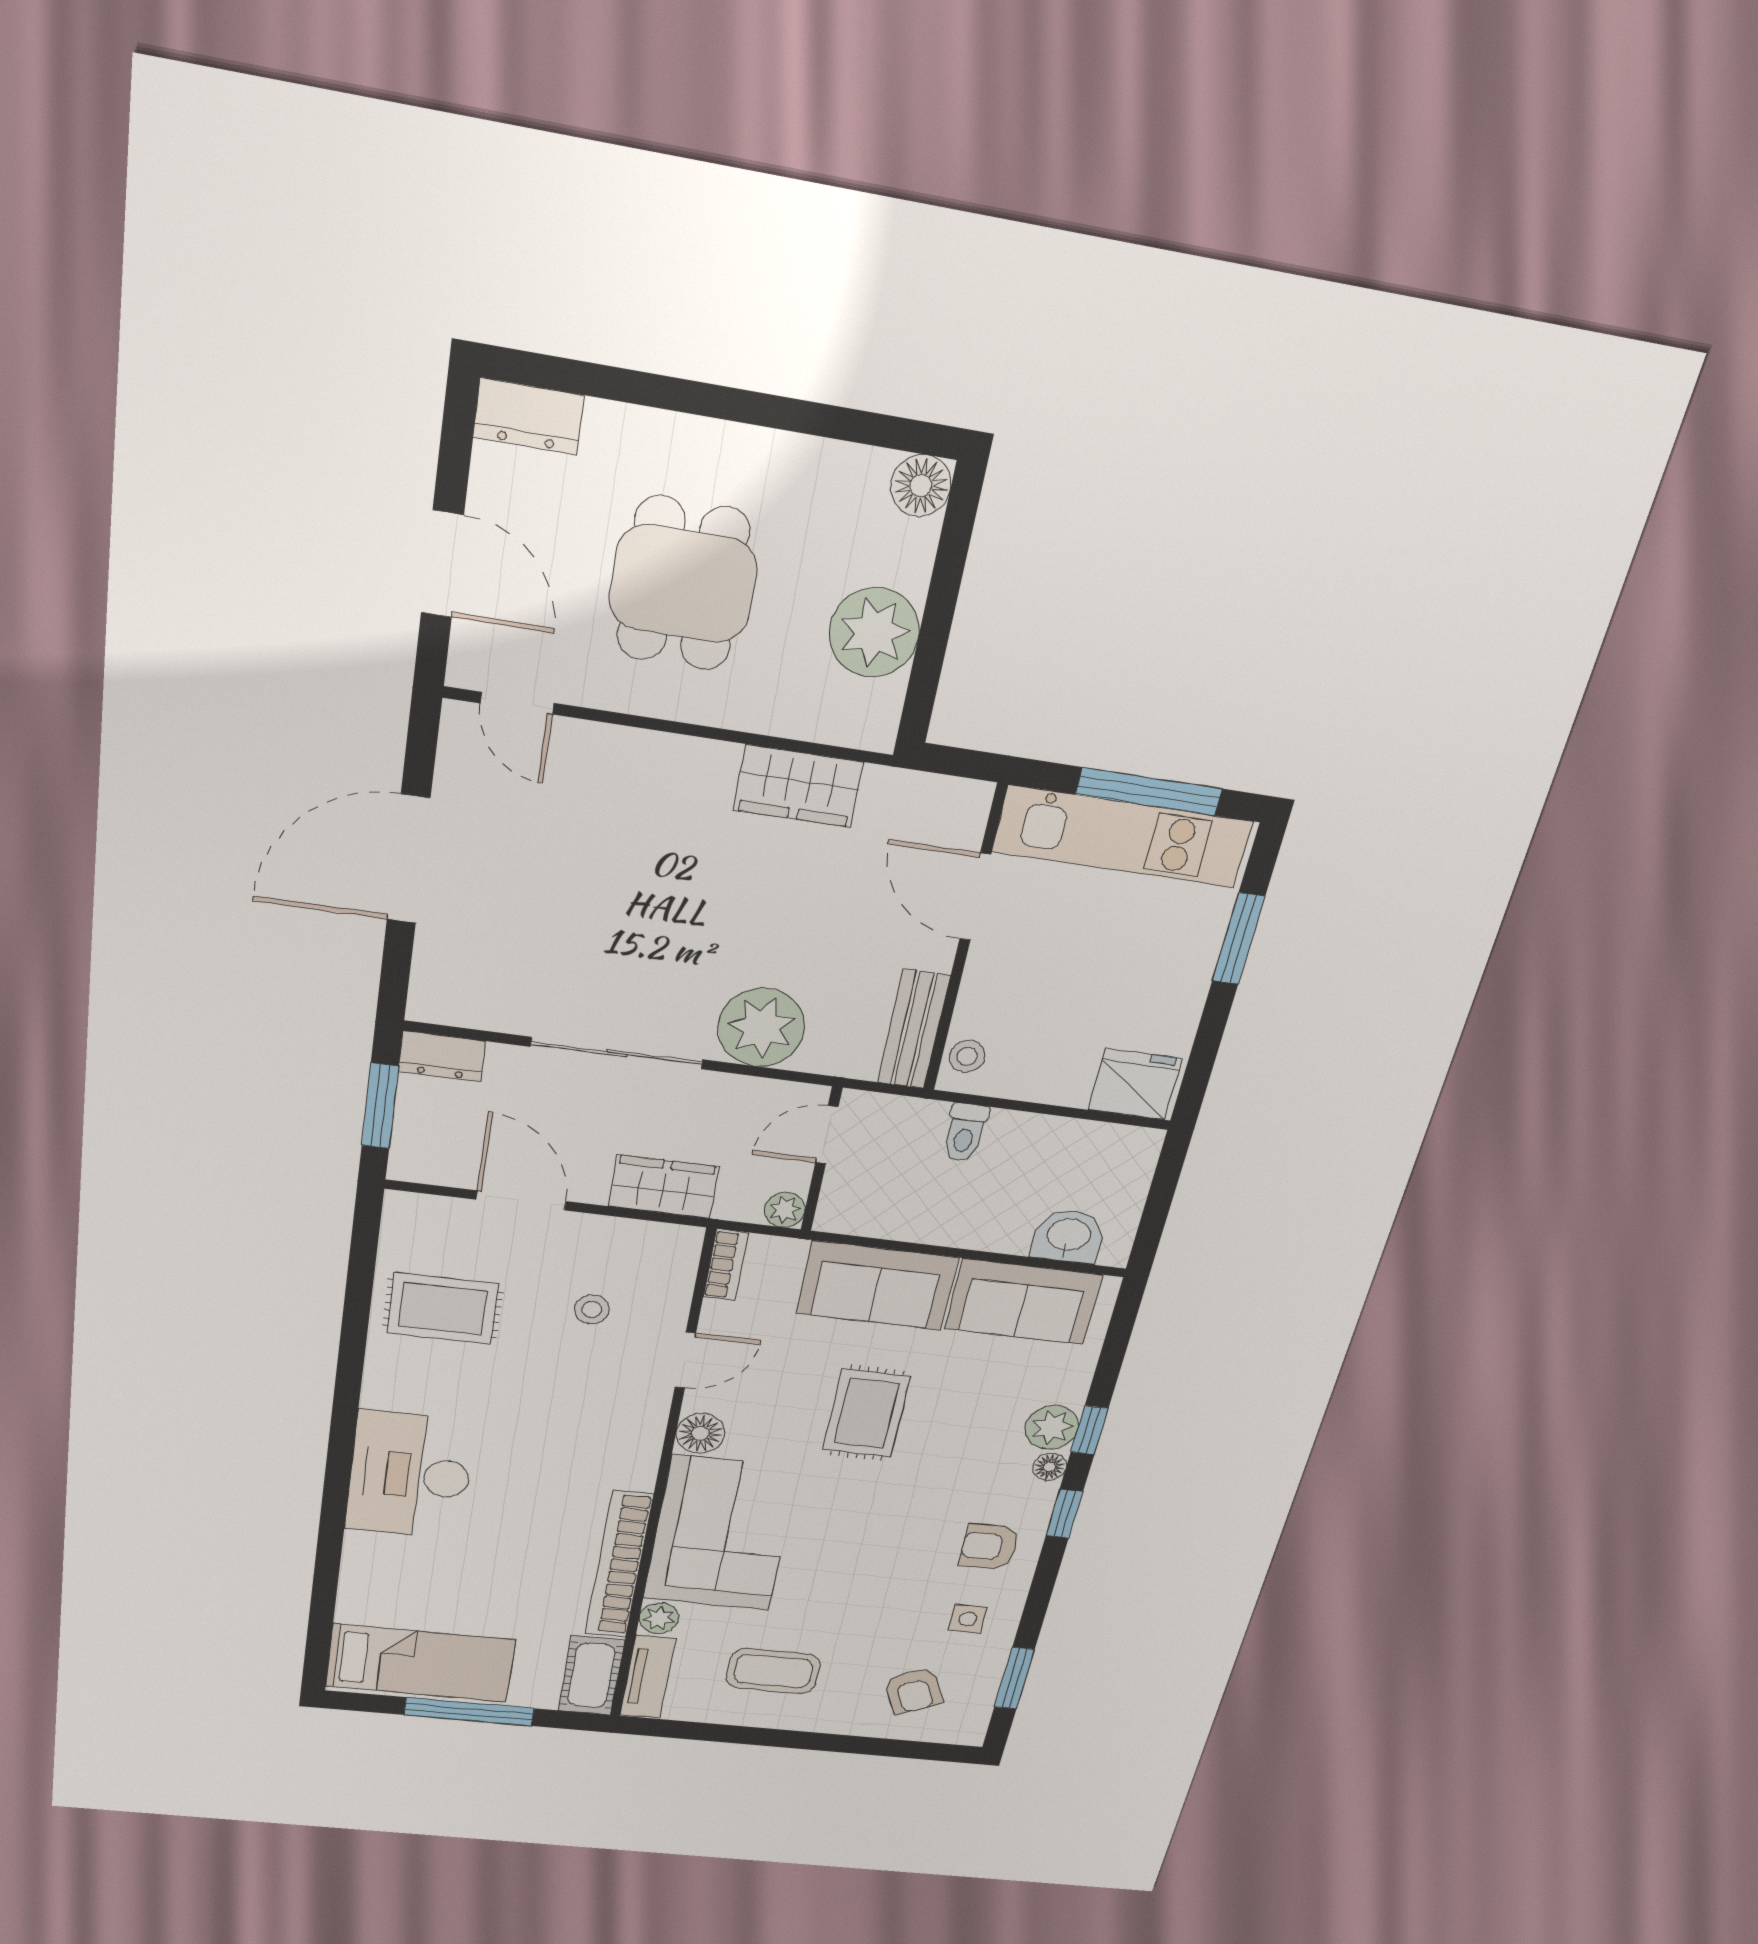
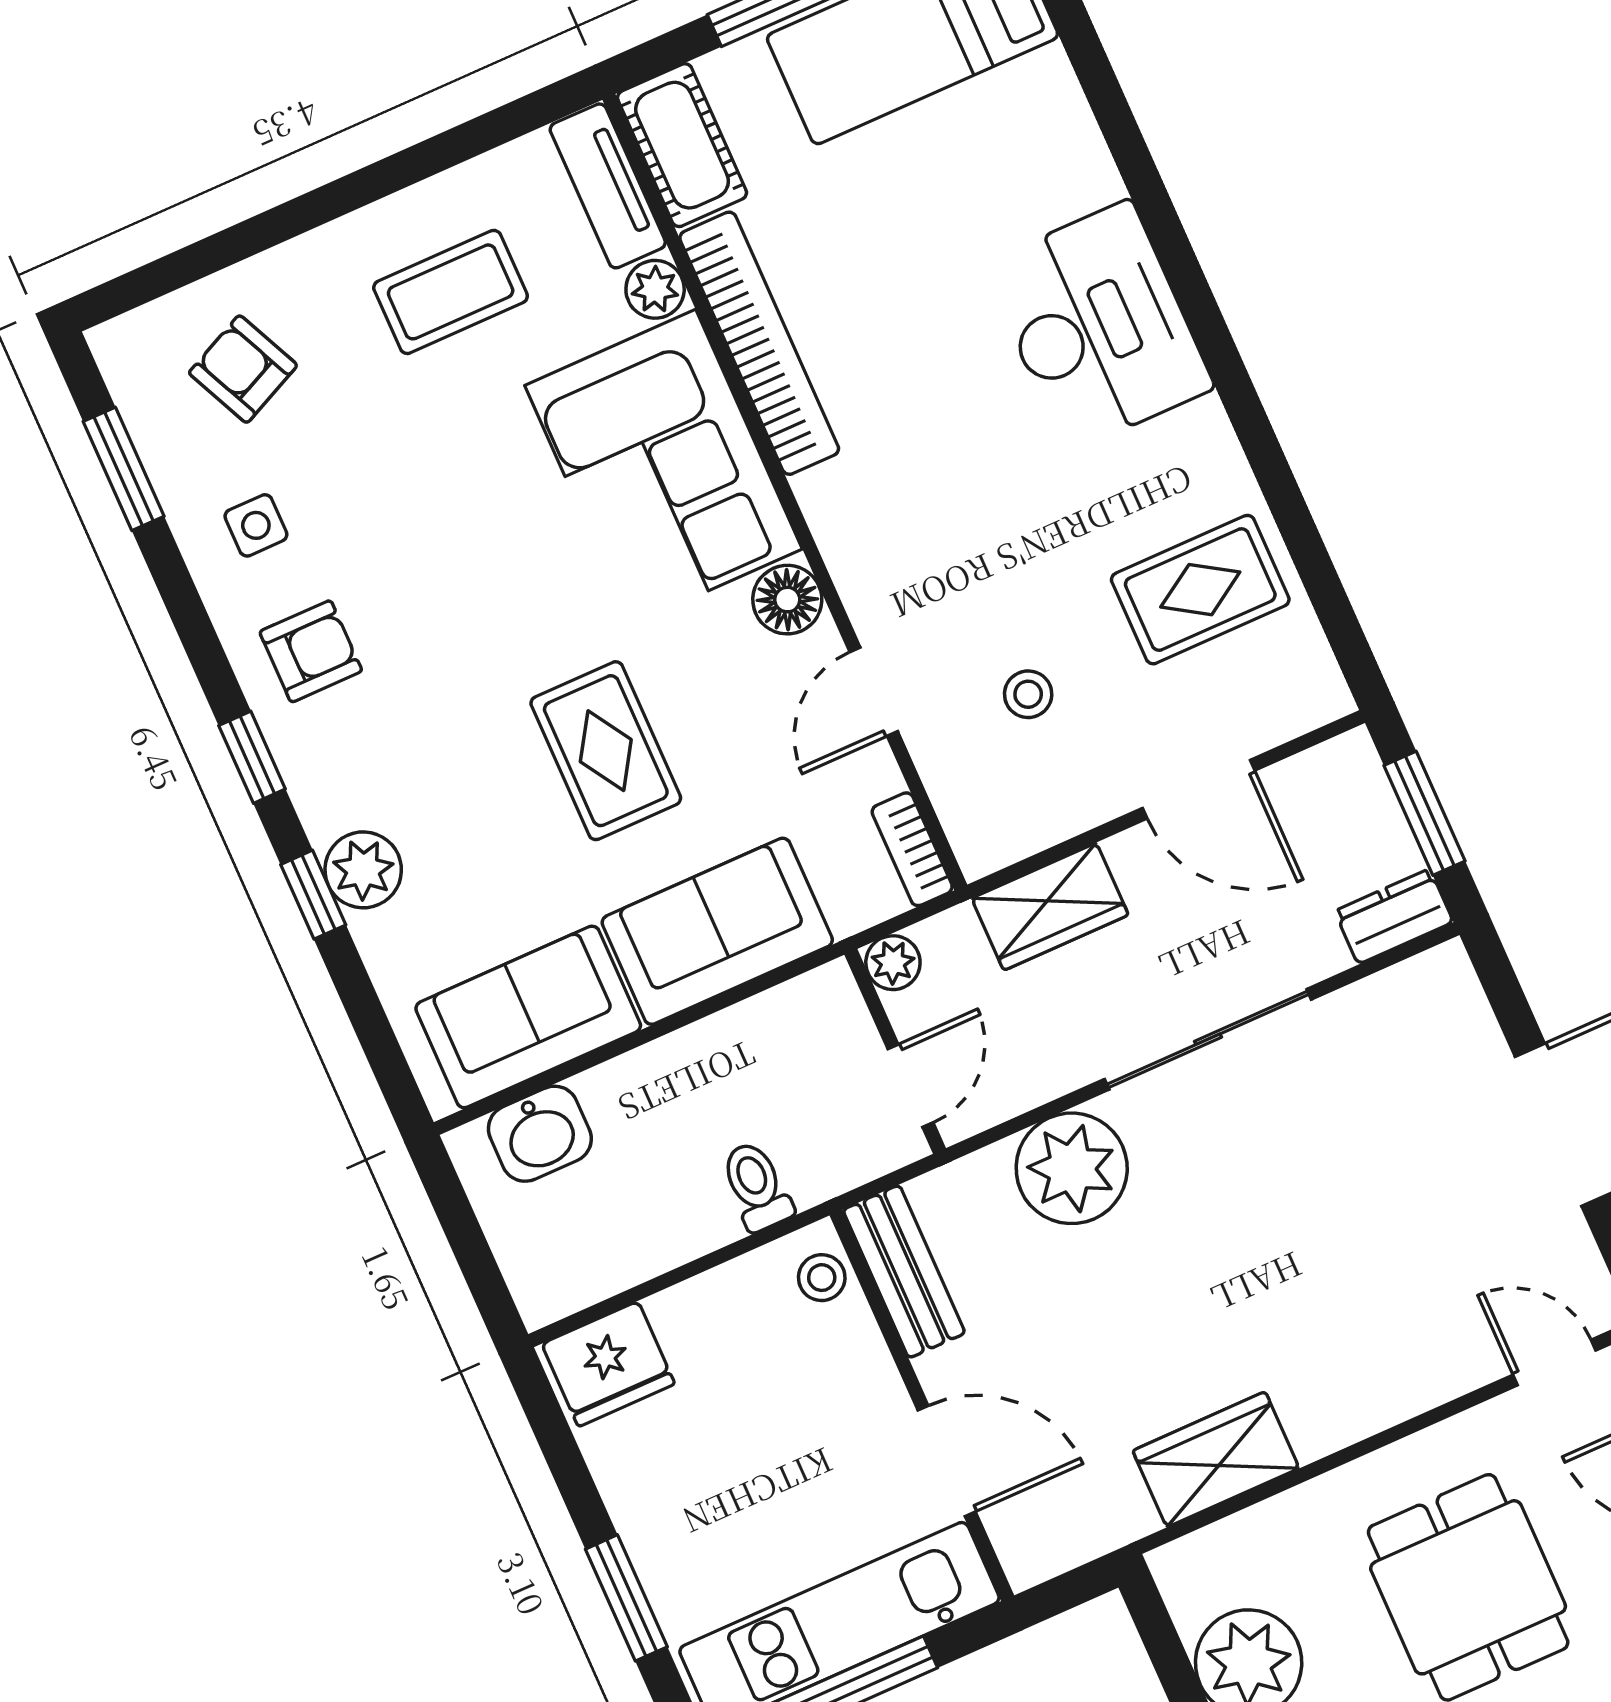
floor lamp: (1050, 1467) -> (323, 813), removed

